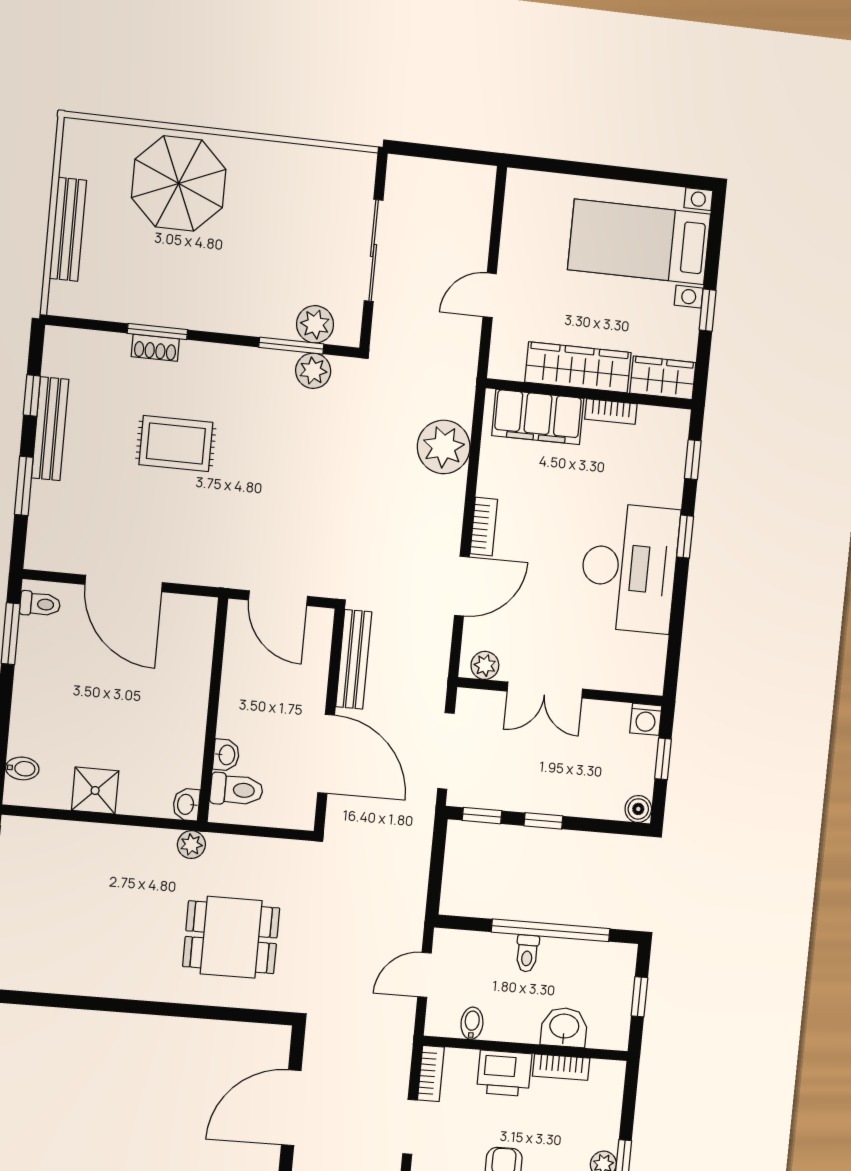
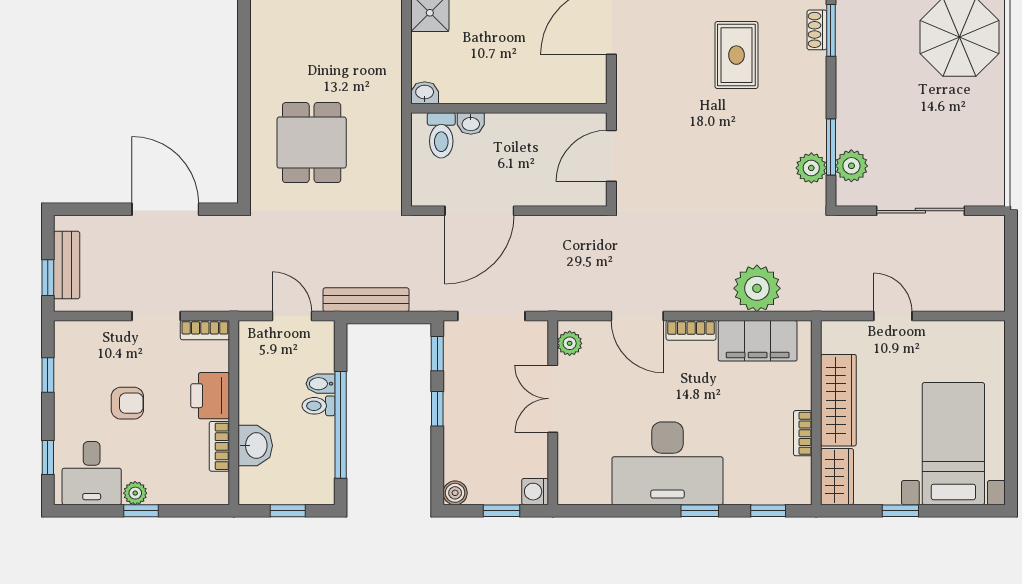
filing cabinet: (538, 417) -> (758, 341), moved, turned -90
bench: (354, 659) -> (366, 300), moved
plant: (191, 845) -> (390, 100), removed
bidet: (472, 1023) -> (320, 384), moved, turned 180

